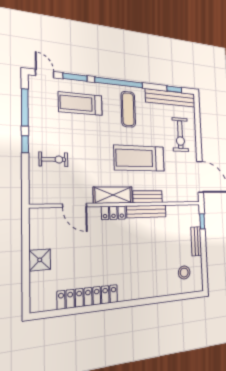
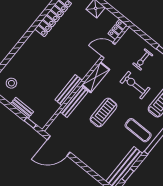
exercise bike: (180, 135) -> (135, 85), moved
treadmill: (139, 158) -> (104, 113), width x0.73, depth x0.73
bench: (148, 197) -> (74, 102), width x1.36
locker: (113, 213) -> (117, 30), moved

